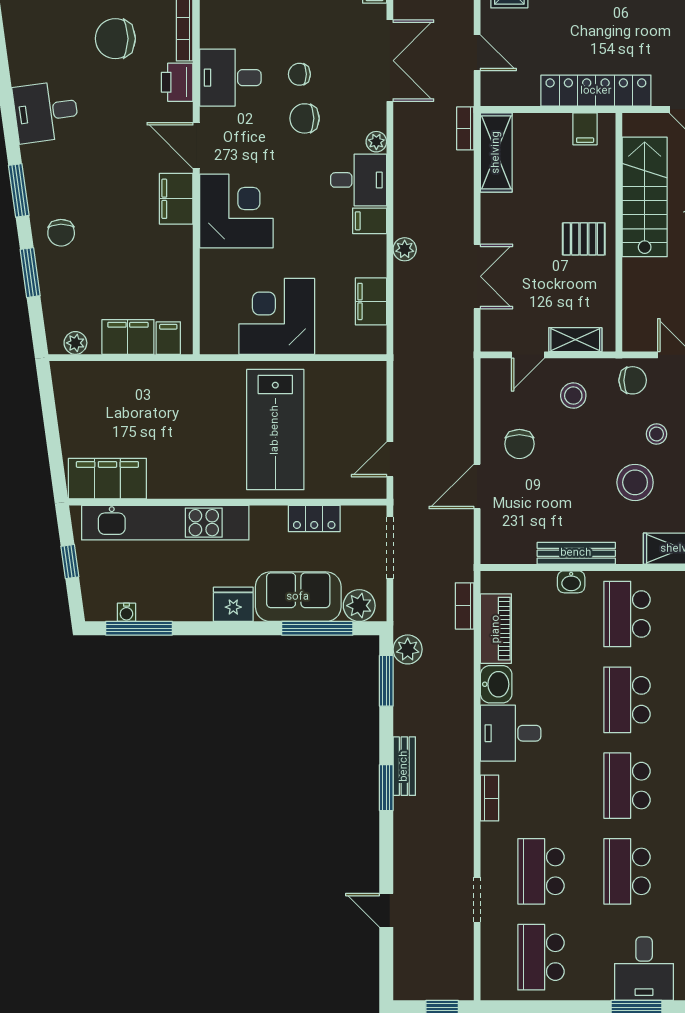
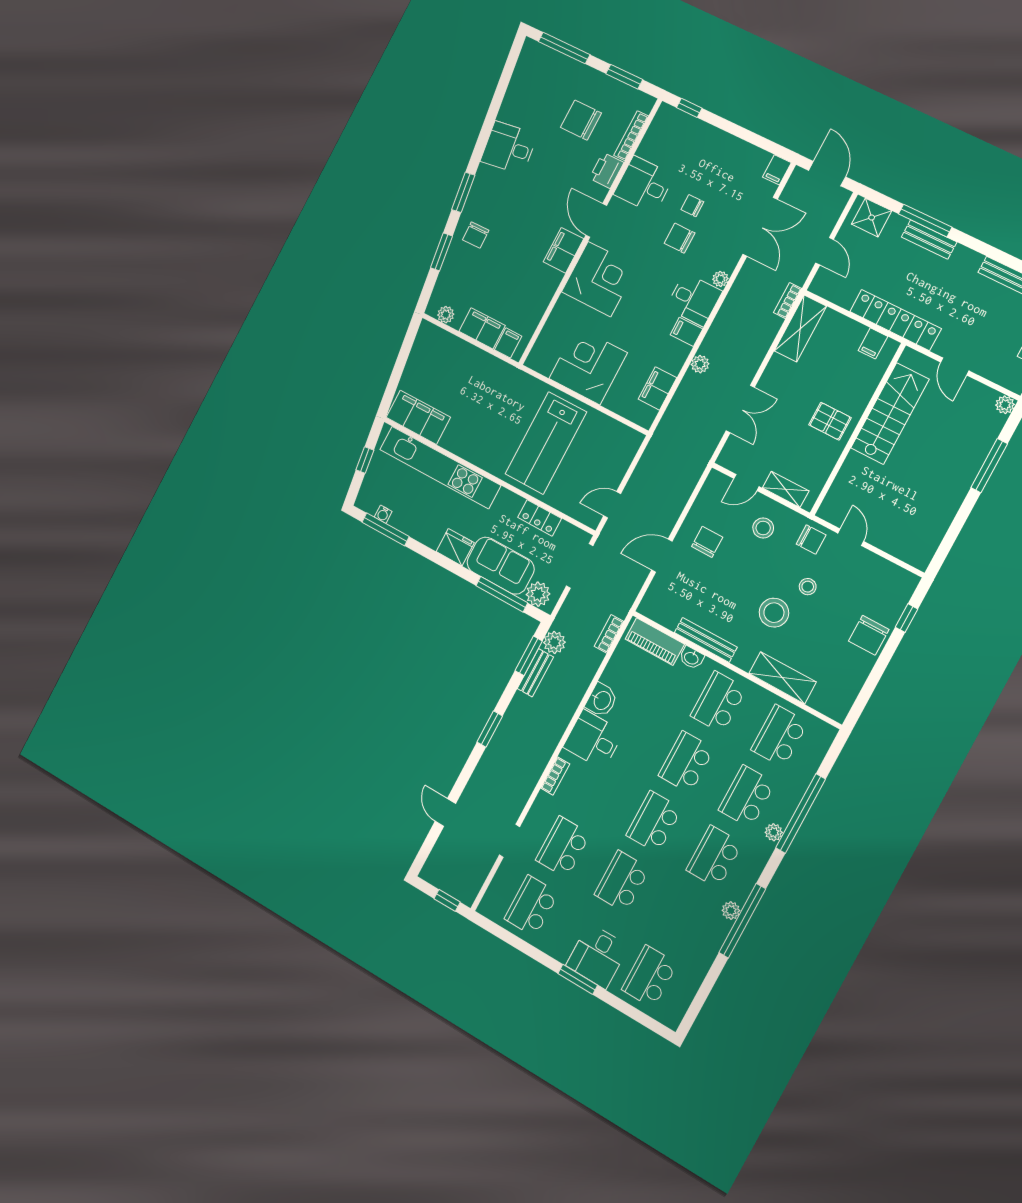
chair: (519, 444) -> (707, 542), turned 180
piano: (496, 629) -> (655, 642), moved, turned 90
bench: (404, 766) -> (535, 673), moved

